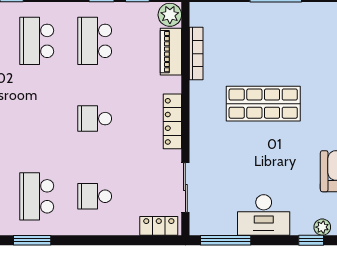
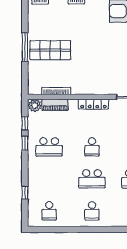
school desk: (37, 41) -> (92, 179), moved
shop shelf: (263, 104) -> (50, 50), moved, turned 90

